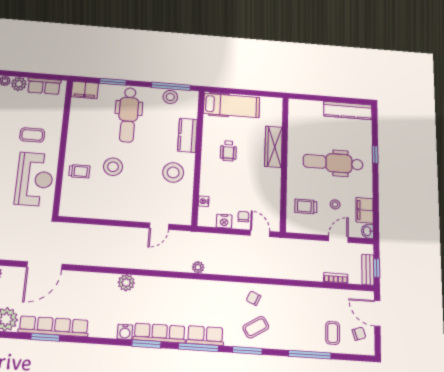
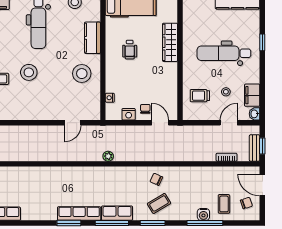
plant: (126, 283) -> (48, 174), removed
water cooler: (125, 332) -> (203, 214), moved

